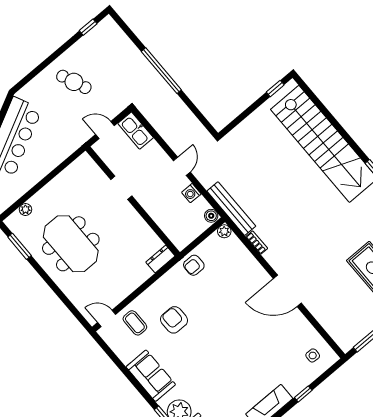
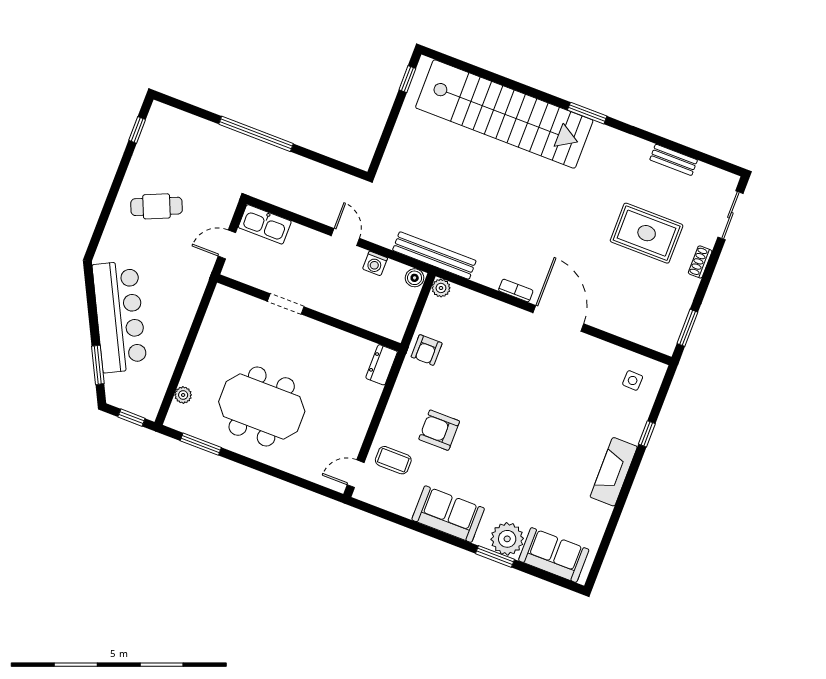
bookcase: (257, 243) -> (516, 291), moved
door: (287, 291) -> (558, 318), swing flipped

